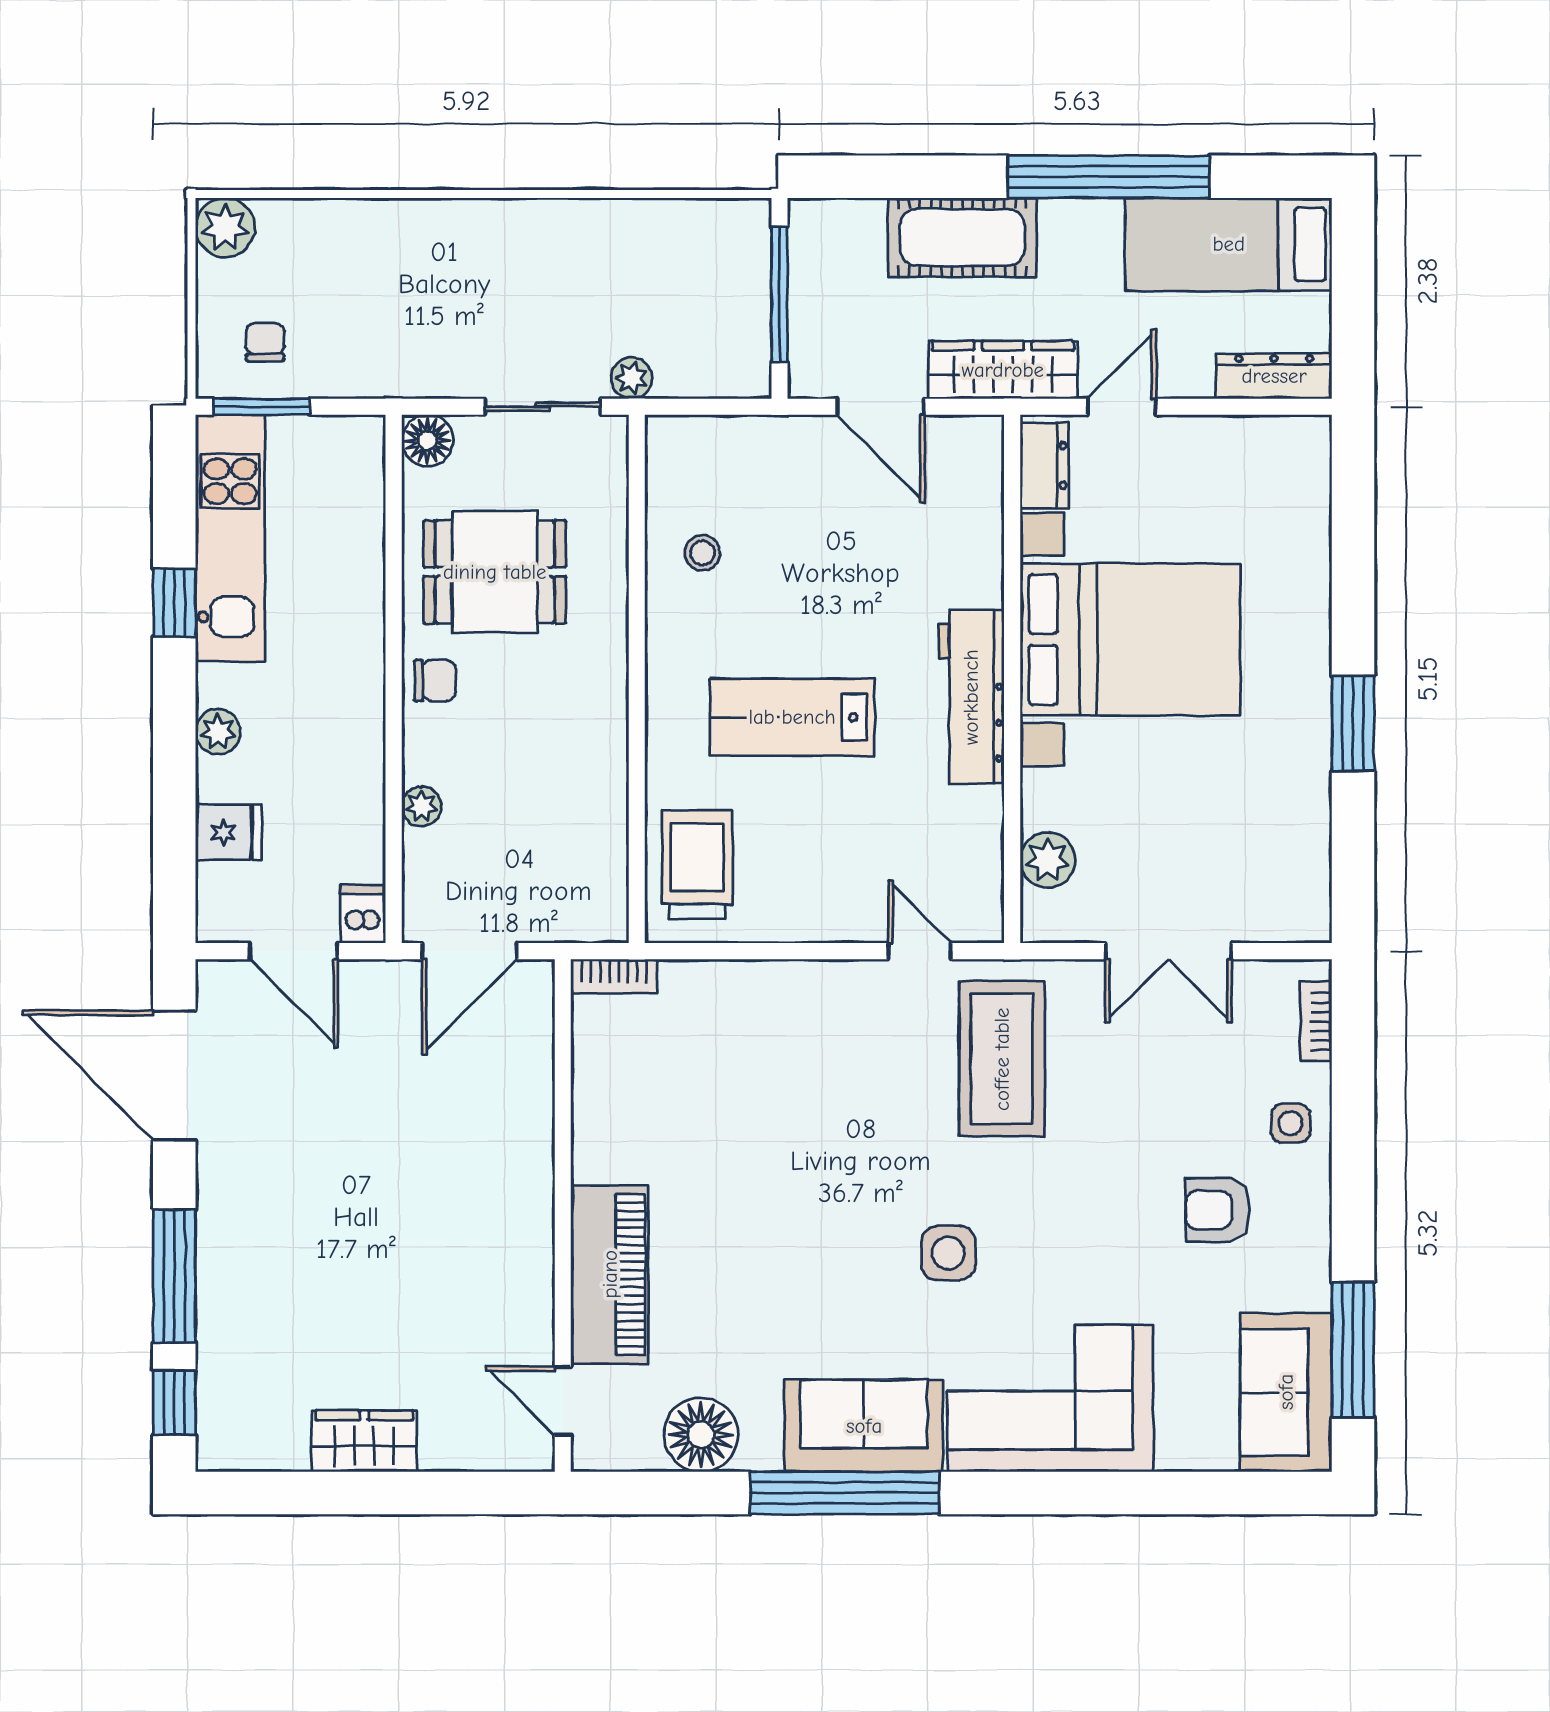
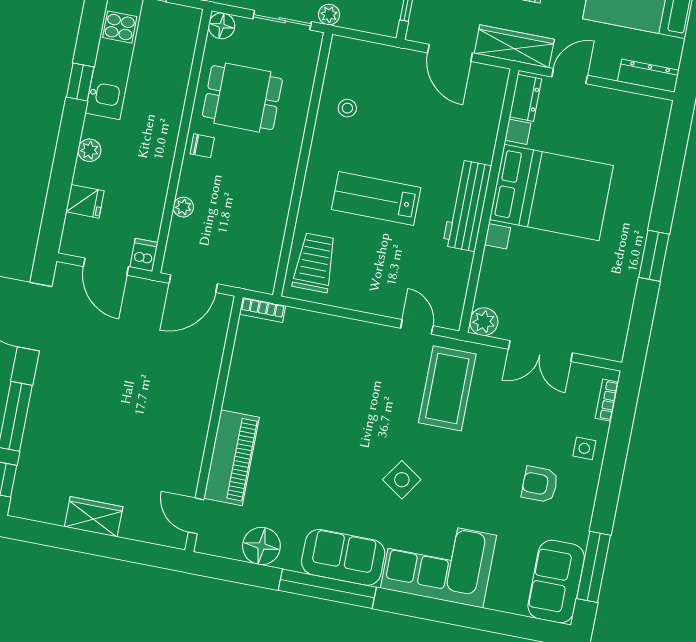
plant: (1048, 860) -> (484, 322), moved
side table: (948, 1253) -> (402, 480), turned 34

